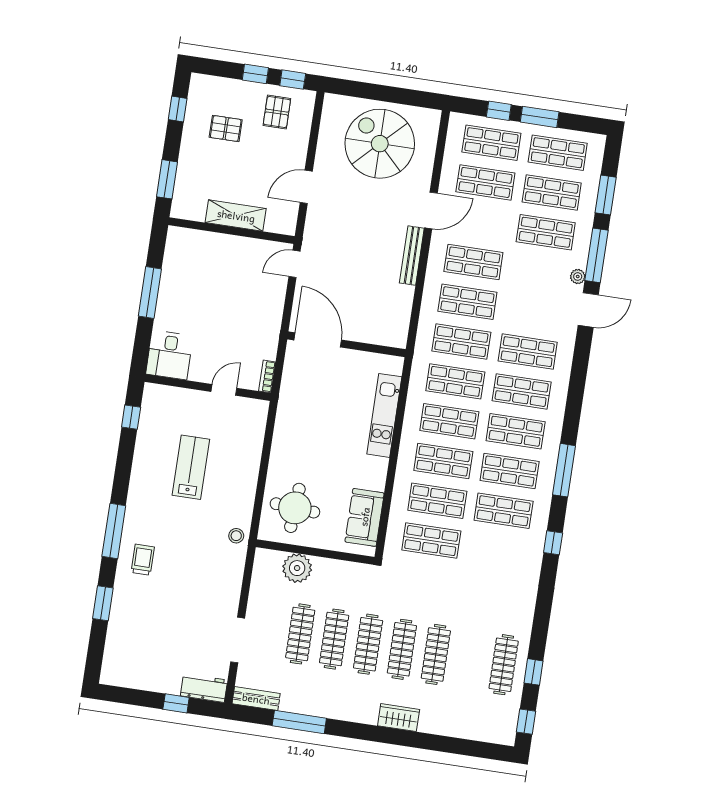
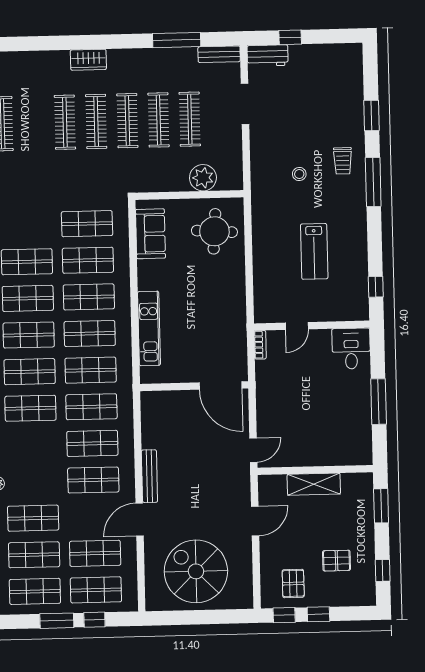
spiral stairs: (380, 144) -> (196, 571), turned 180
stool: (236, 536) -> (299, 174), moved

